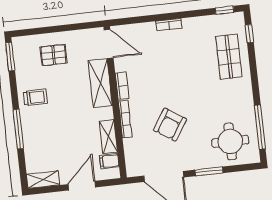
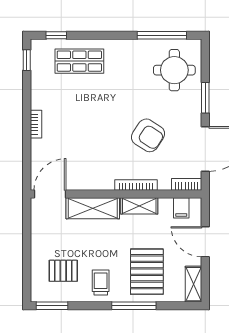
pallet: (54, 55) -> (63, 271), moved, turned 90
bookcase: (122, 86) -> (187, 184), moved
pallet: (50, 137) -> (147, 272), added
shelving: (108, 137) -> (139, 206), moved

